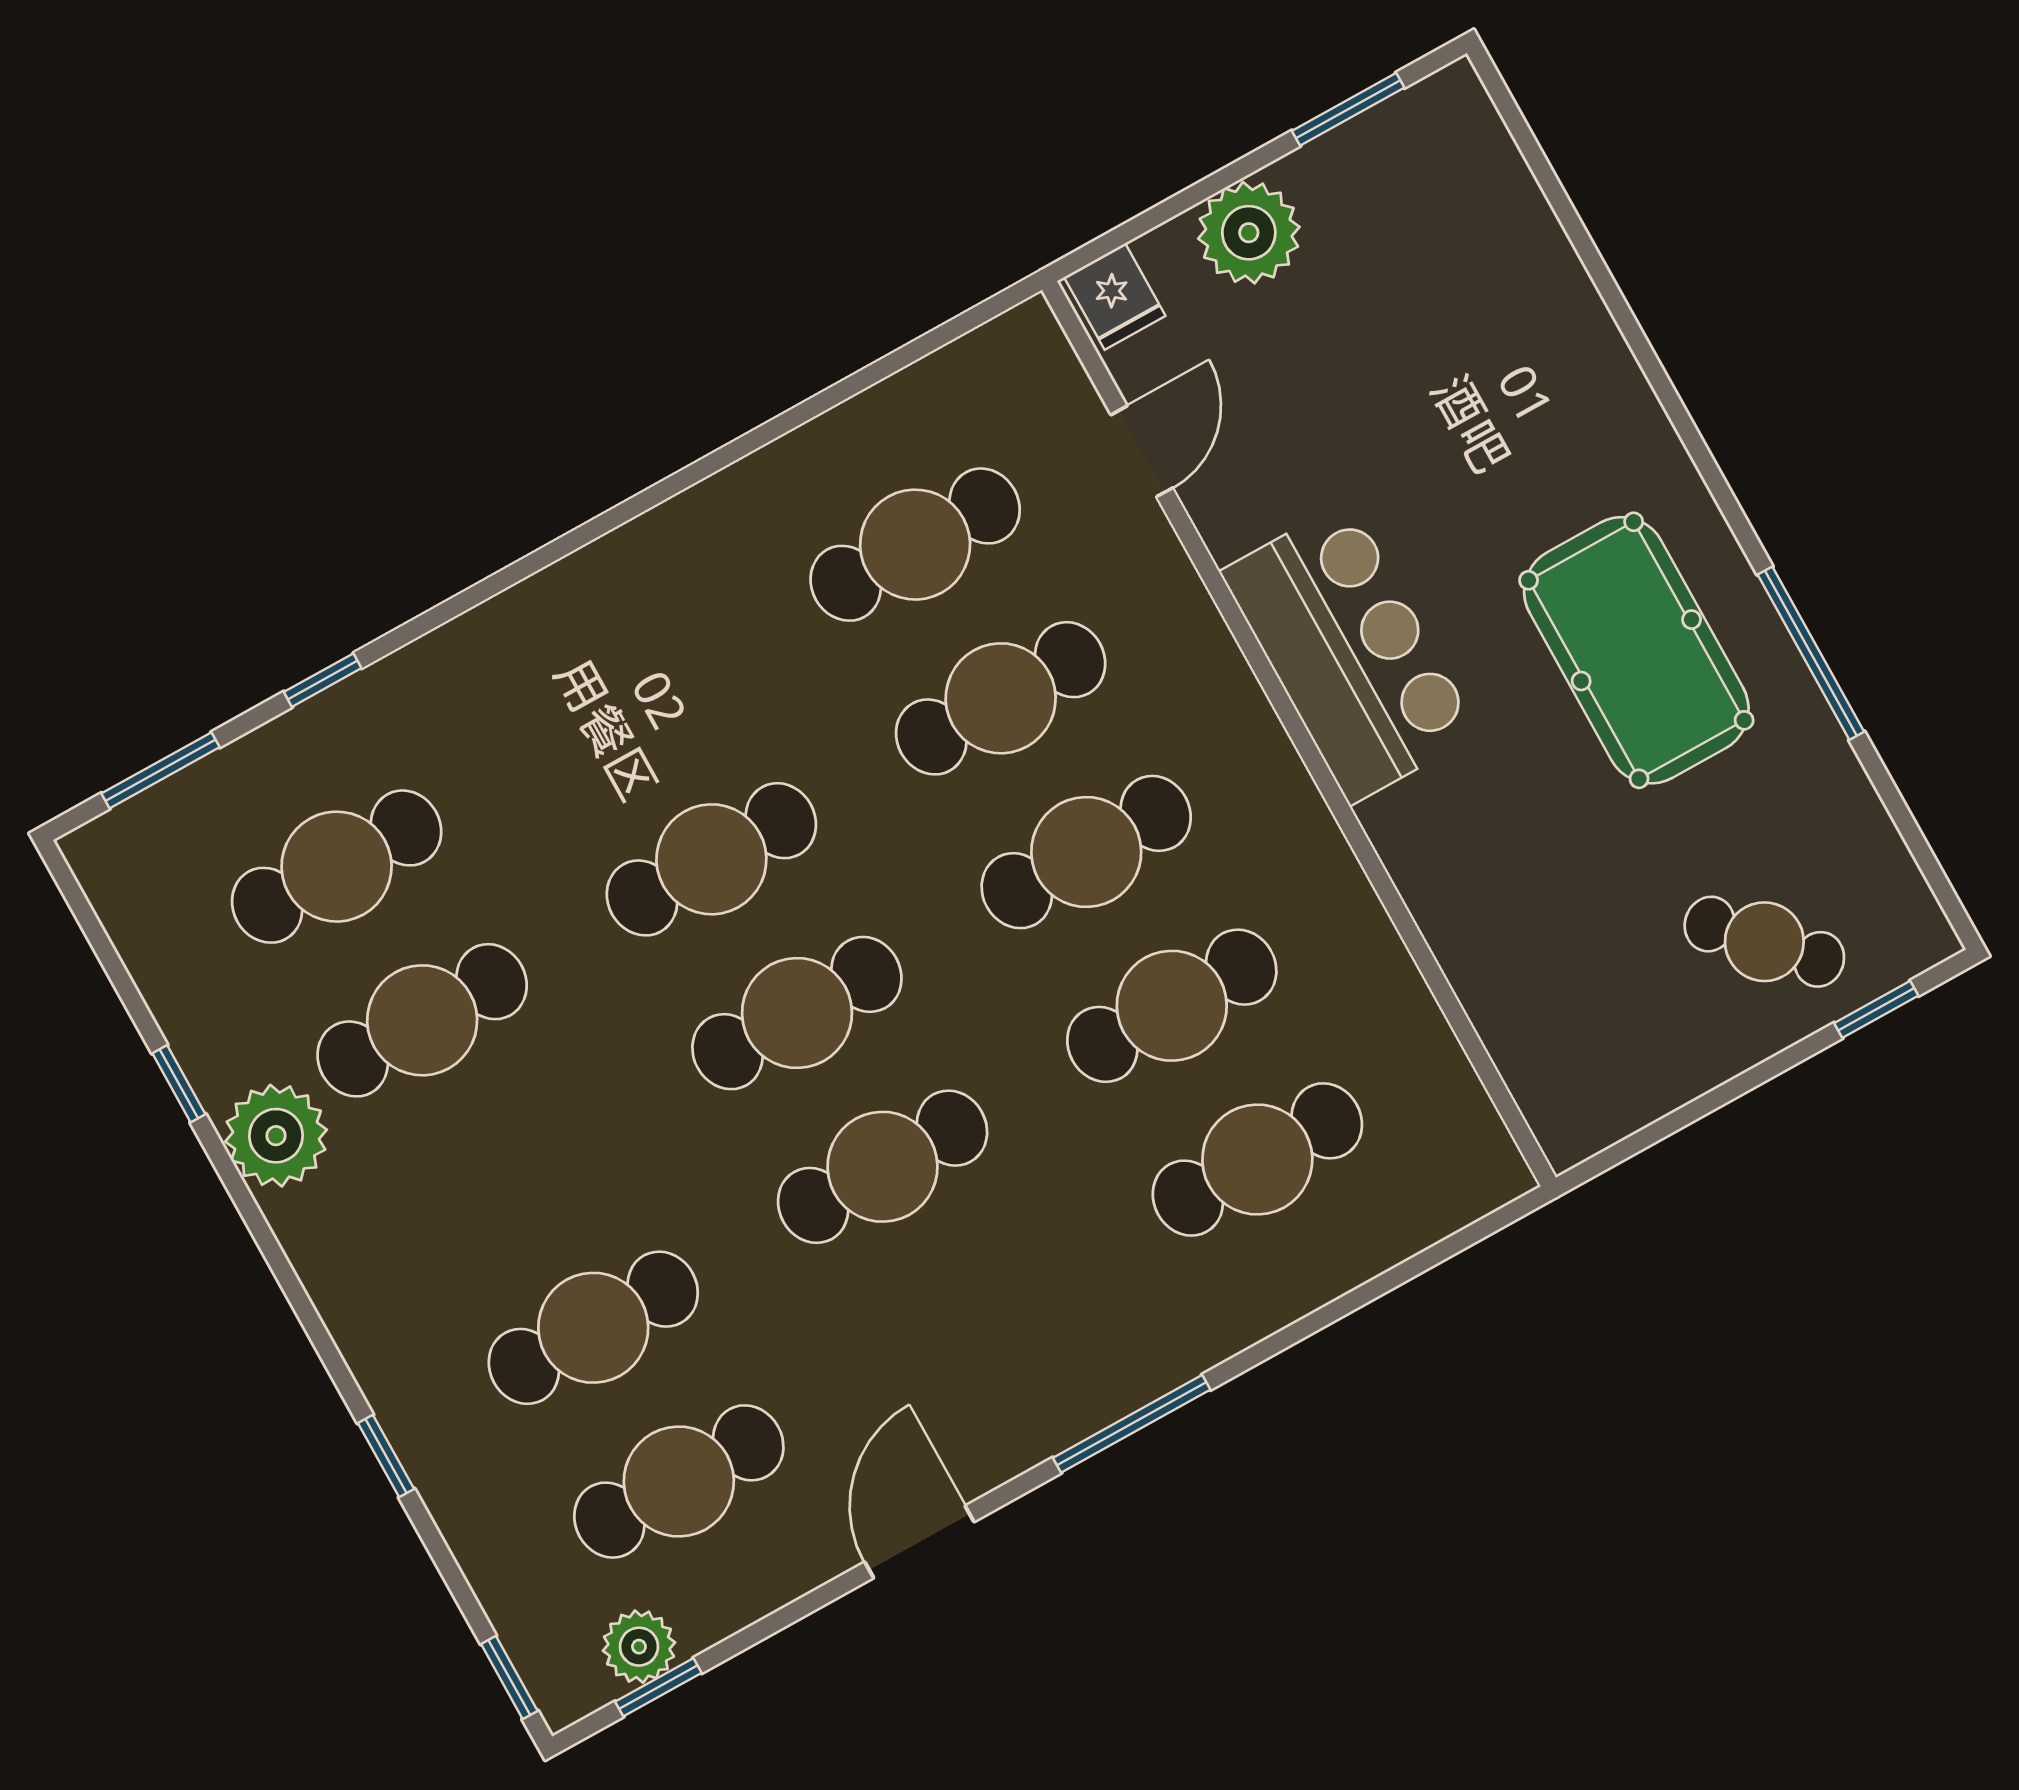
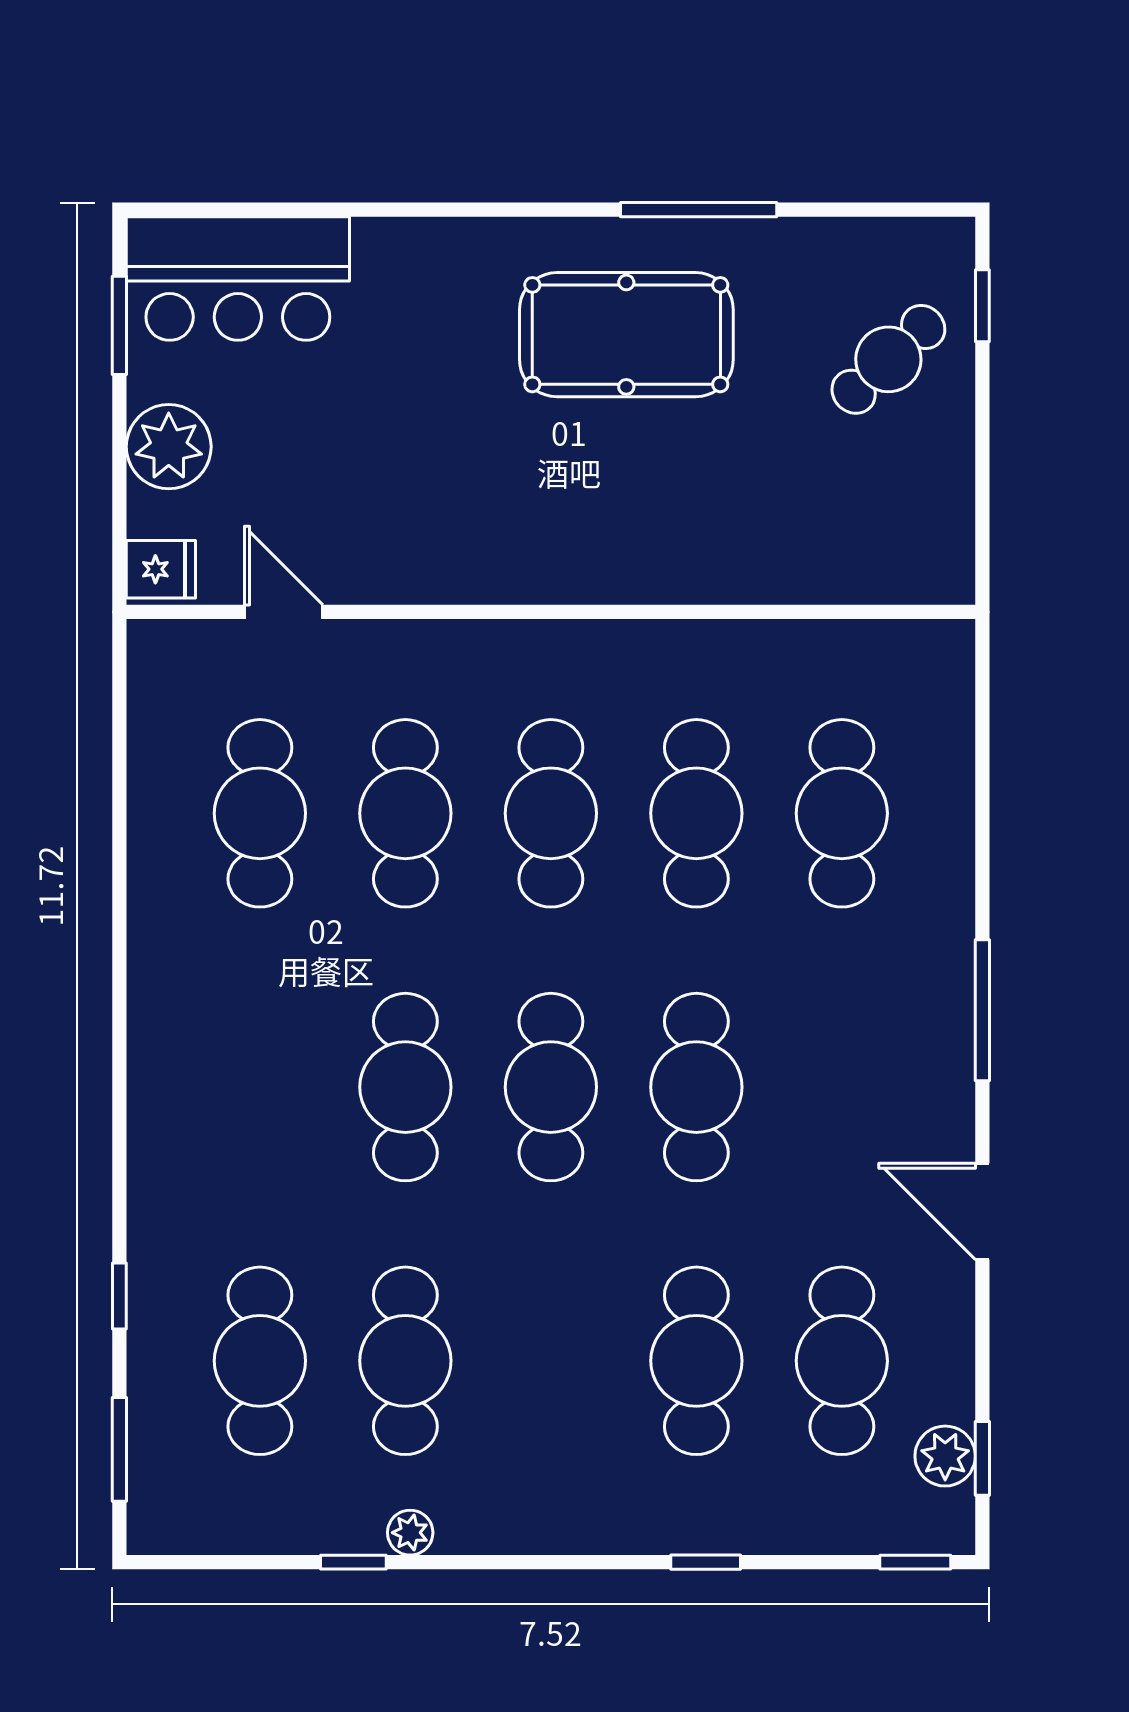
bar counter: (1349, 653) -> (238, 279), moved, turned 180
plant: (276, 1136) -> (410, 1533), width x0.53, depth x0.53

